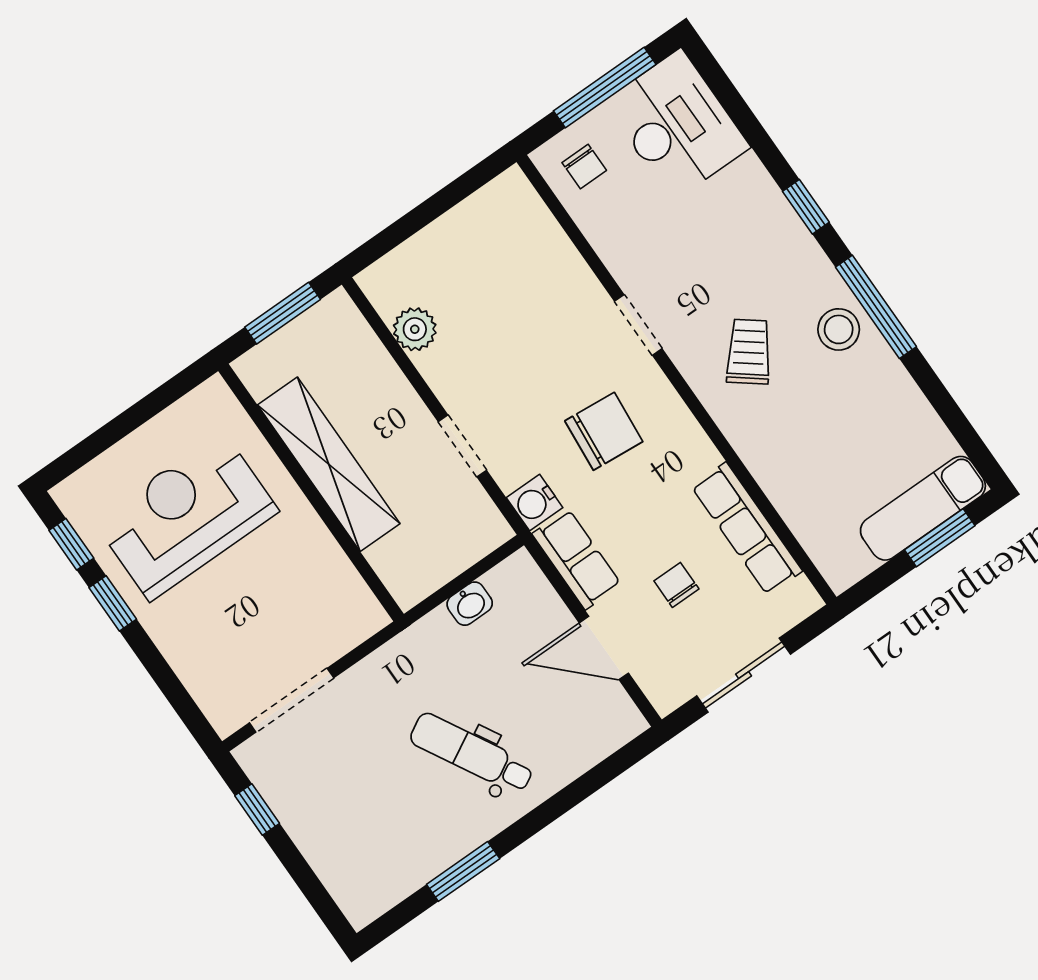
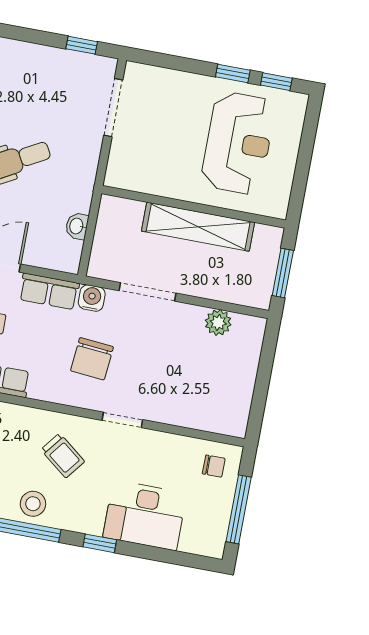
desk: (677, 125) -> (145, 515), moved
chair: (584, 167) -> (214, 466), turned 180
doorway: (462, 446) -> (148, 292), width x1.38

